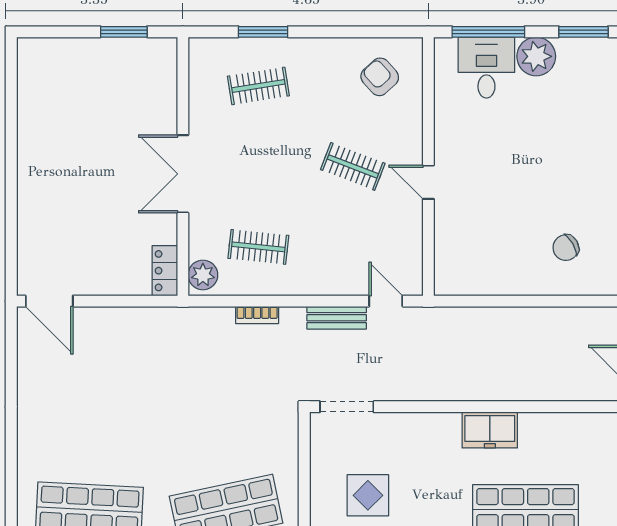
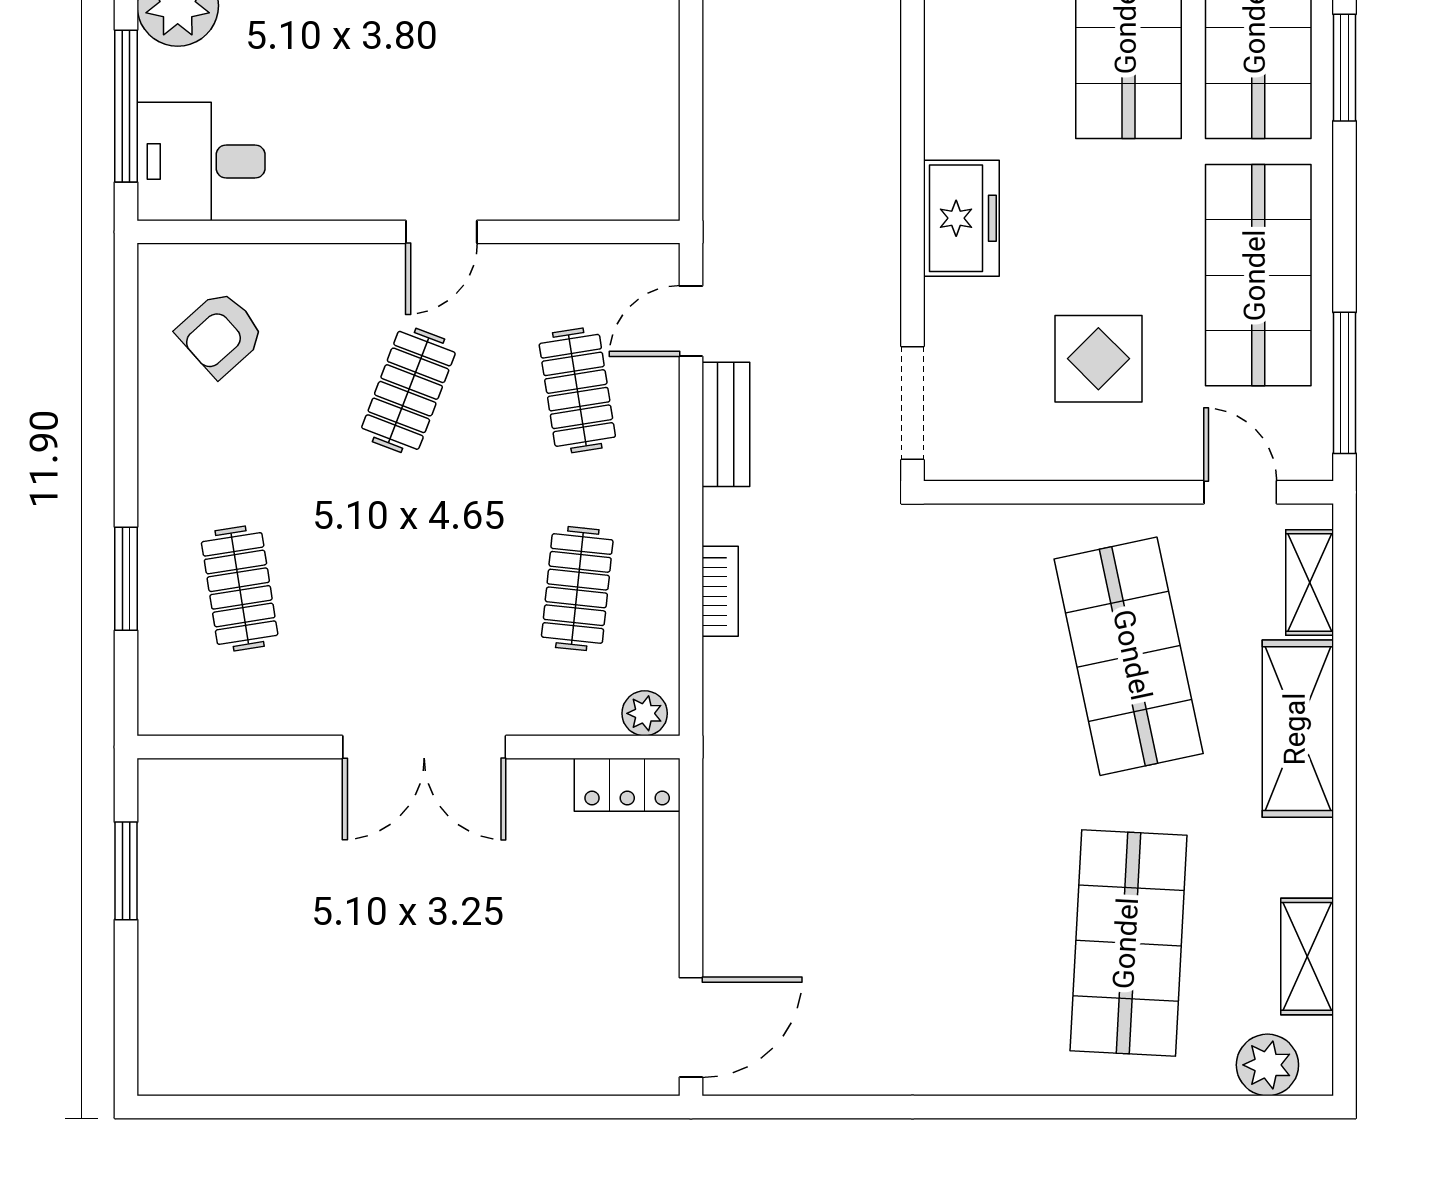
desk: (486, 68) -> (201, 162), moved
clothes rail: (353, 247) -> (577, 390), added
plant: (203, 275) -> (645, 713), width x0.73, depth x0.73
freezer: (490, 430) -> (961, 218), moved

